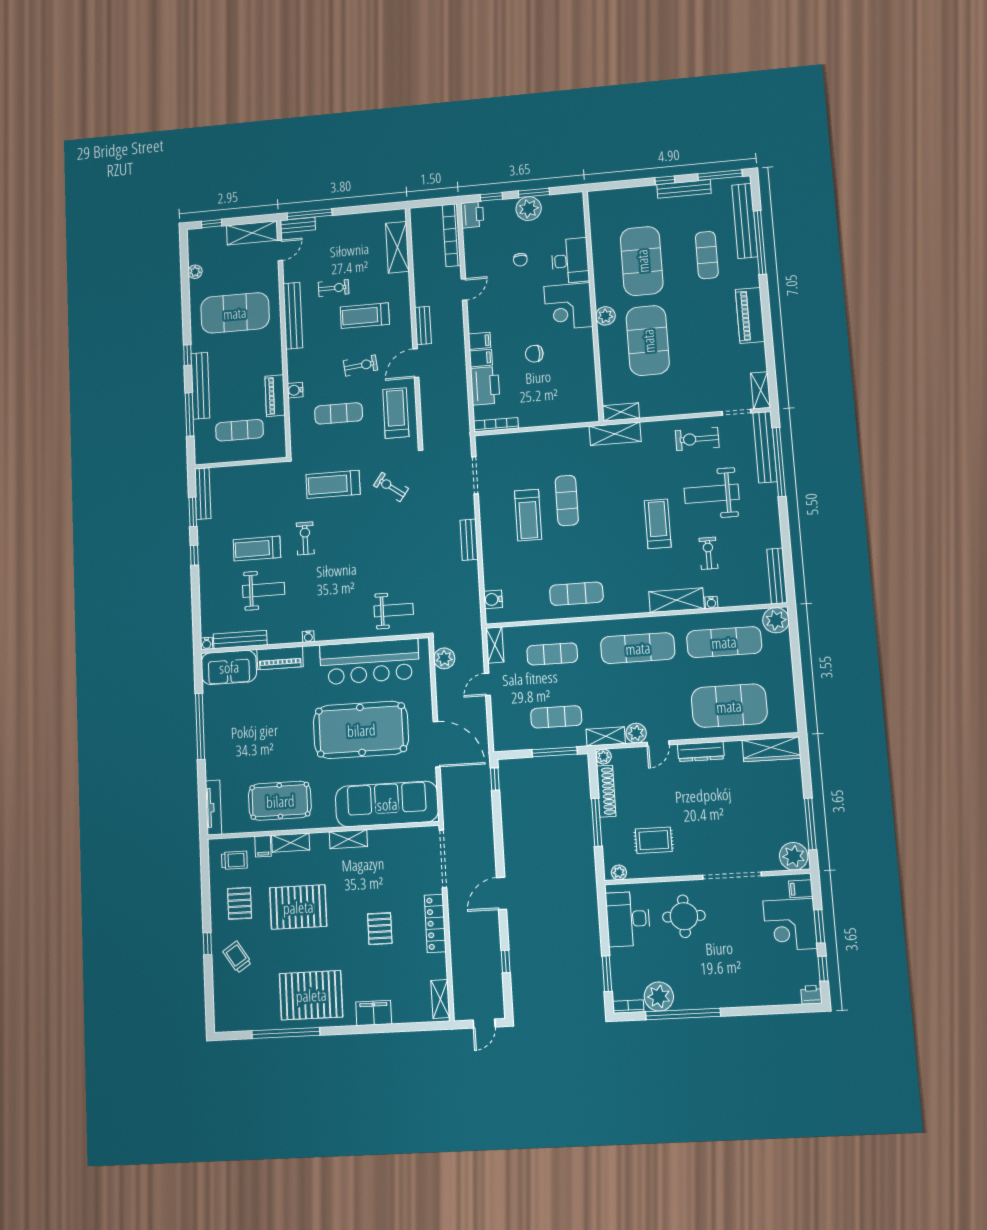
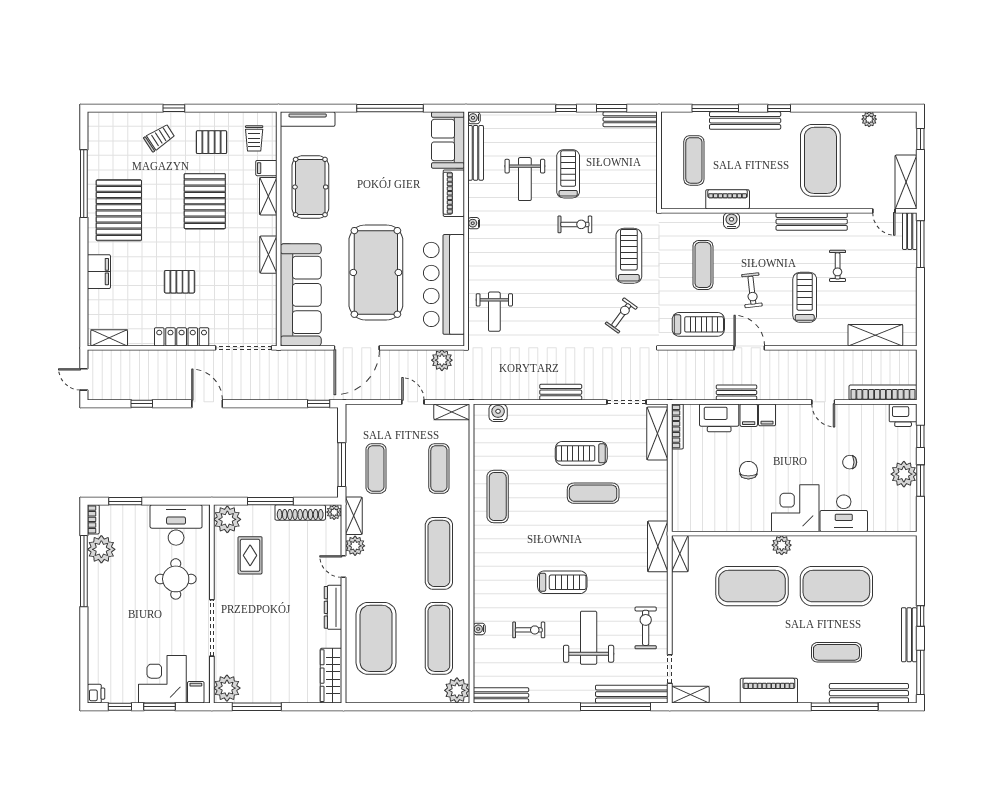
bench: (423, 326) -> (736, 393), moved
shelving: (677, 600) -> (657, 433), moved
plant: (619, 872) -> (227, 519), width x1.88, depth x1.88

